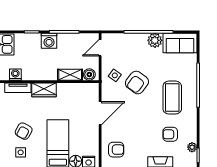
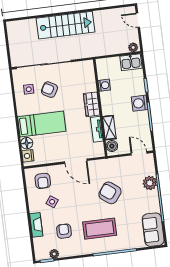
plant: (155, 40) -> (150, 183), moved
washing machine: (15, 75) -> (104, 85), moved
side table: (115, 75) -> (52, 202), moved
tv unit: (18, 88) -> (97, 129), moved

